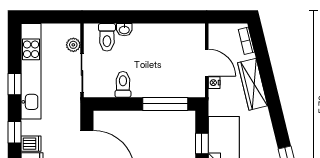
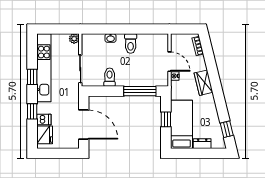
toilet: (107, 37) -> (131, 44), moved
plant: (73, 45) -> (74, 39), moved
wardrobe: (253, 84) -> (204, 83), width x0.67

